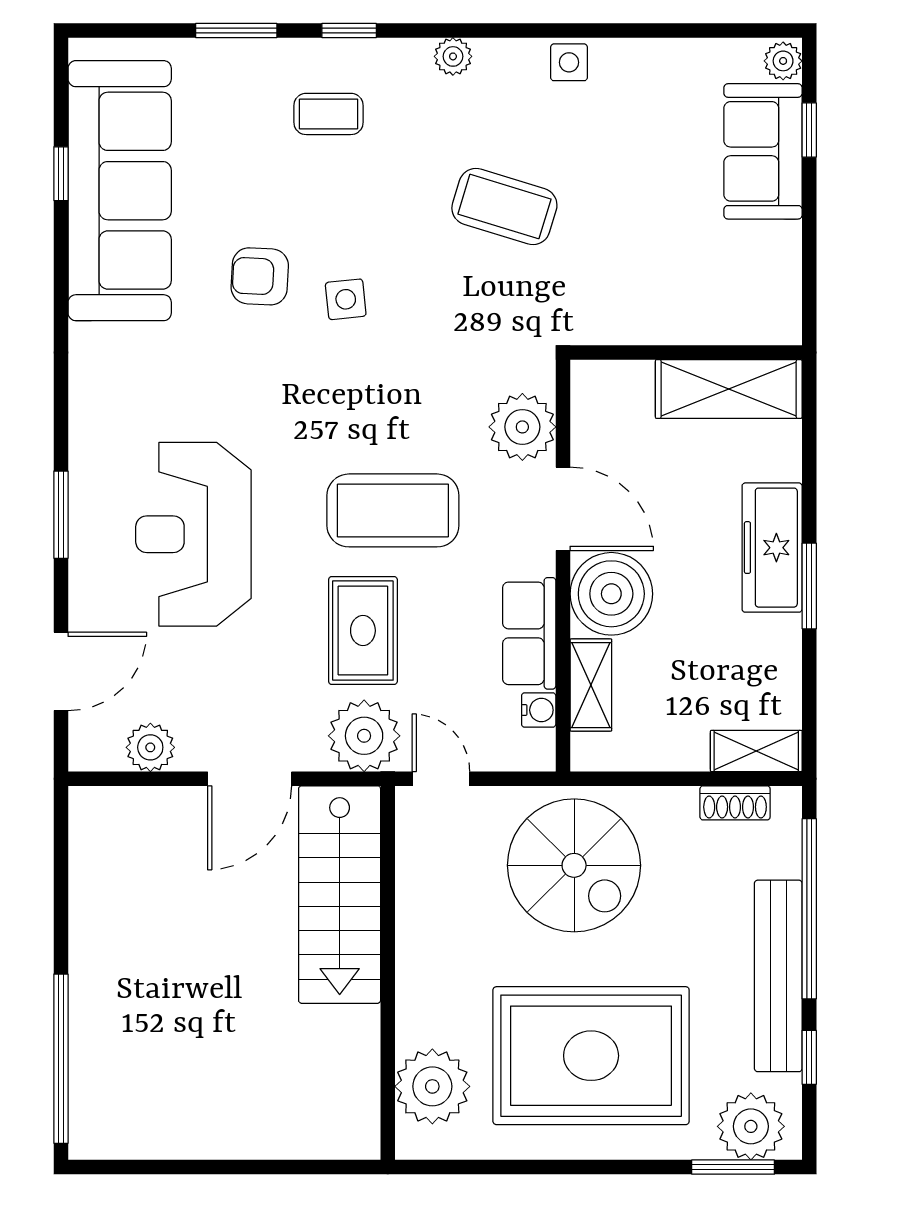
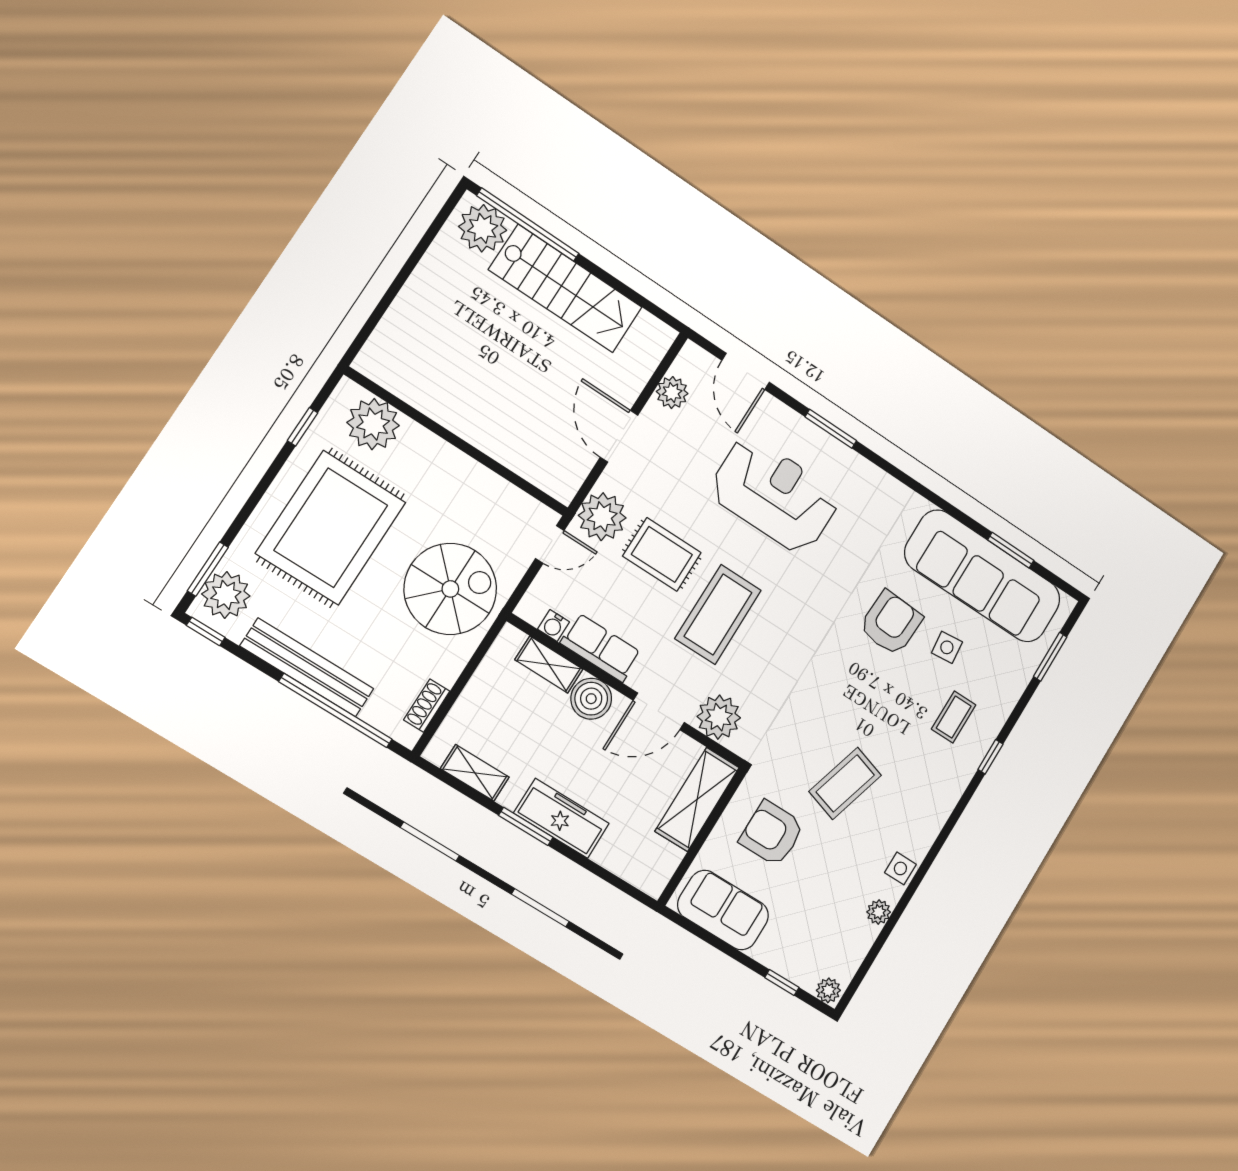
window: (236, 30) -> (1050, 657), moved
plant: (453, 56) -> (879, 912), moved
sofa: (763, 151) -> (723, 910), moved
window: (61, 174) -> (1011, 550), width x1.50
armchair: (627, 264) -> (772, 833), added
armchair: (260, 276) -> (891, 623), width x1.38, depth x1.38
side table: (346, 299) -> (947, 647), moved
shelving: (729, 389) -> (697, 799), moved
boiler: (611, 594) -> (591, 699), width x0.73, depth x0.73
shelving: (756, 751) -> (475, 773), moved, turned 90
spiral stairs: (574, 865) -> (450, 589), turned 180
stairs: (340, 895) -> (566, 289), moved, turned 180
window: (809, 1057) -> (206, 631), moved
plant: (103, 1110) -> (483, 228), added
window: (490, 1167) -> (303, 427), added

